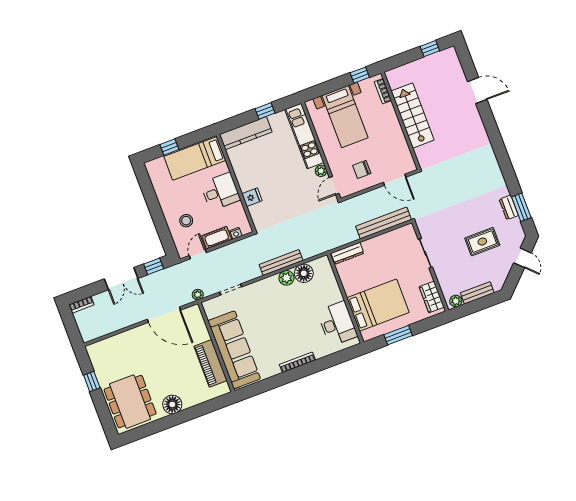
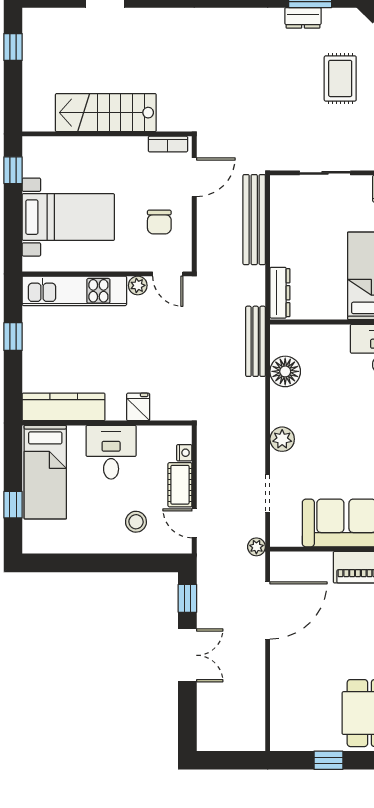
bookcase: (383, 91) -> (168, 144), moved
kitchen counter: (246, 133) -> (64, 407), moved, turned -90
bench: (281, 263) -> (256, 341), moved
plant: (286, 278) -> (282, 439), moved
bookcase: (81, 305) -> (204, 732), removed

